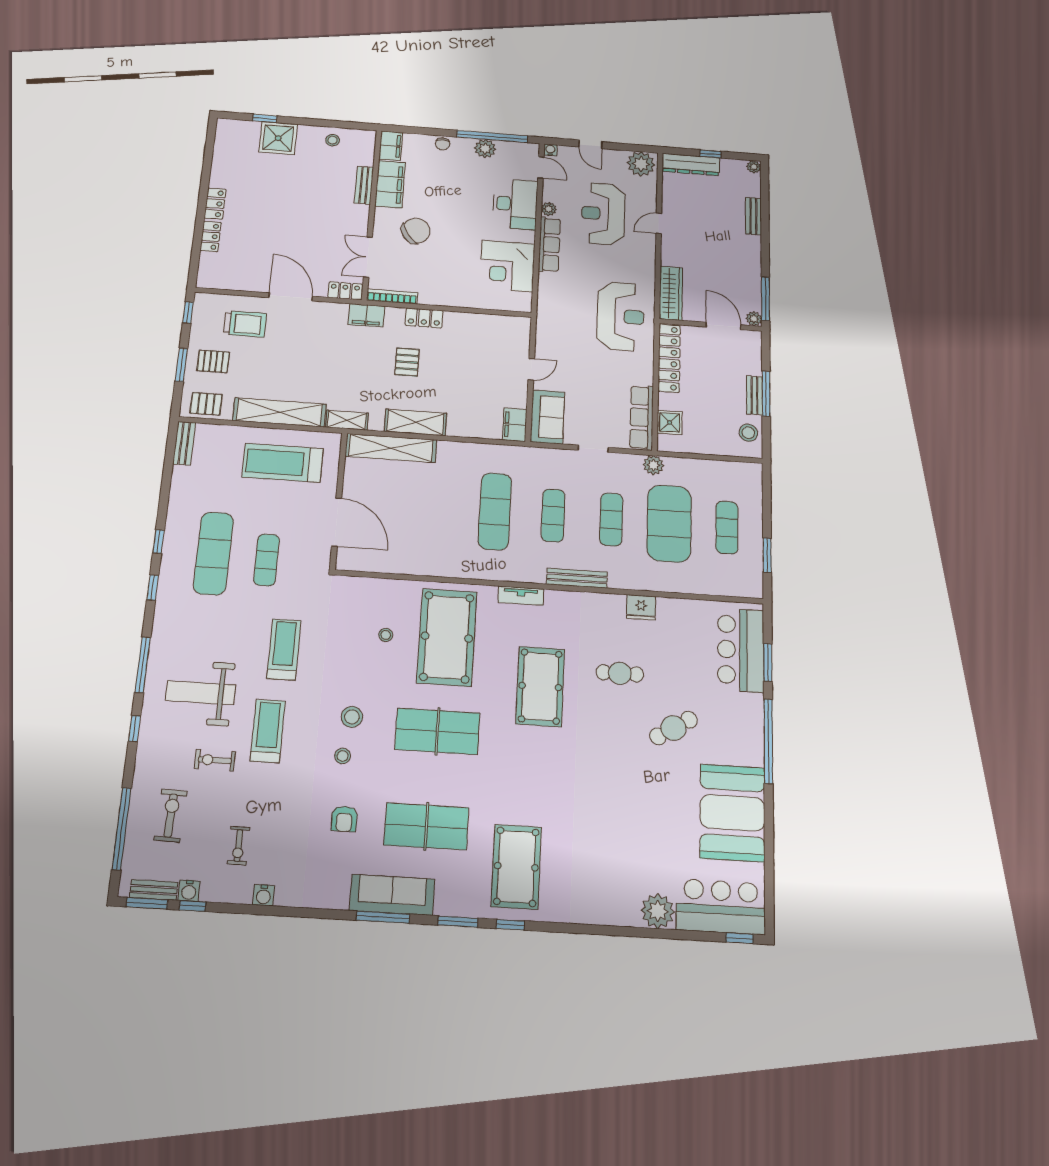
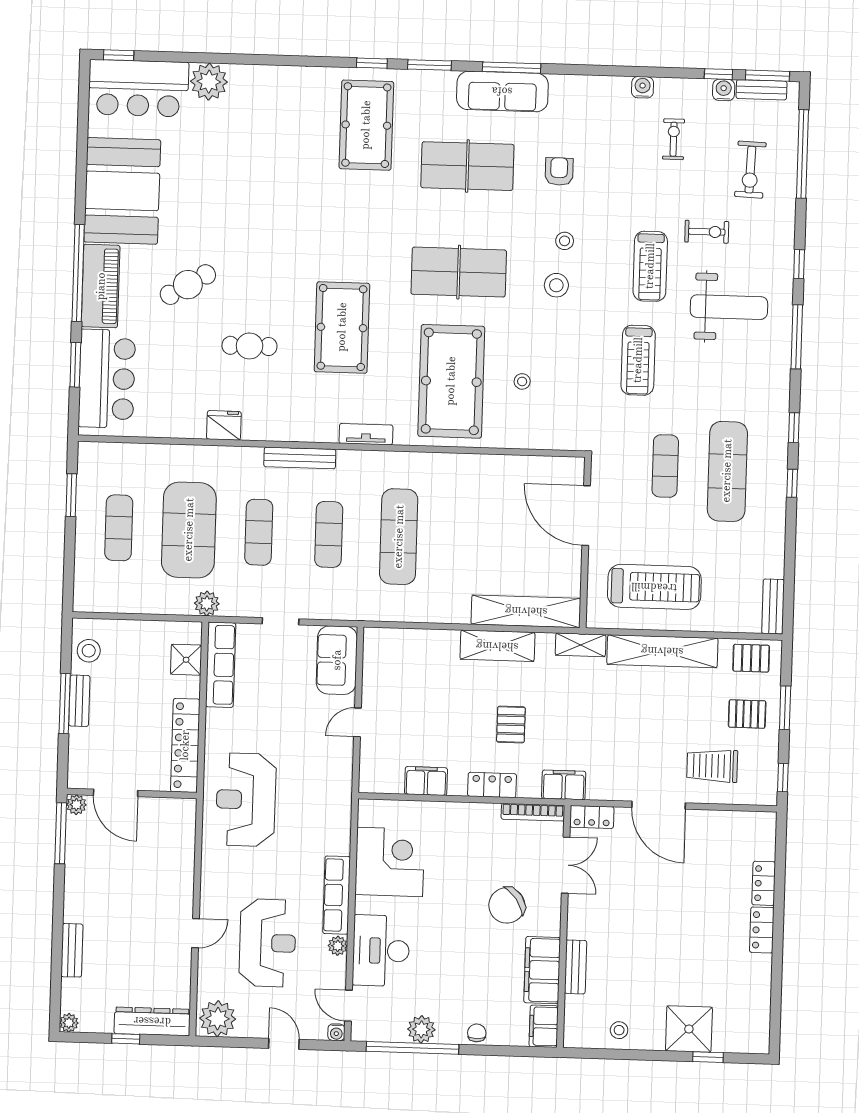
wardrobe: (671, 293) -> (181, 835), removed
filing cabinet: (515, 425) -> (426, 781), moved, turned -90
piano: (749, 729) -> (101, 286), added

